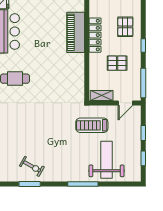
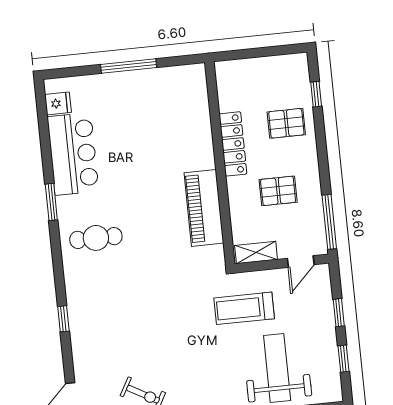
pallet: (125, 27) -> (286, 123), turned 90
piano: (76, 32) -> (204, 208), moved
window: (143, 45) -> (316, 94), moved

